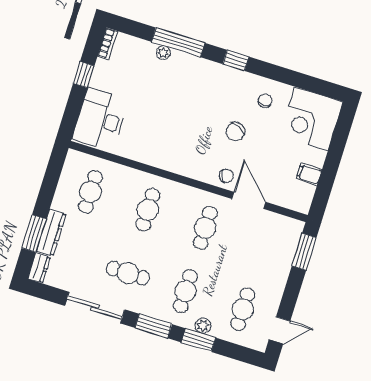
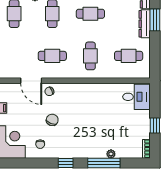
desk: (100, 119) -> (136, 97), width x0.73
cafe table: (90, 192) -> (129, 56), turned 90
cafe table: (205, 228) -> (52, 56), turned 90

